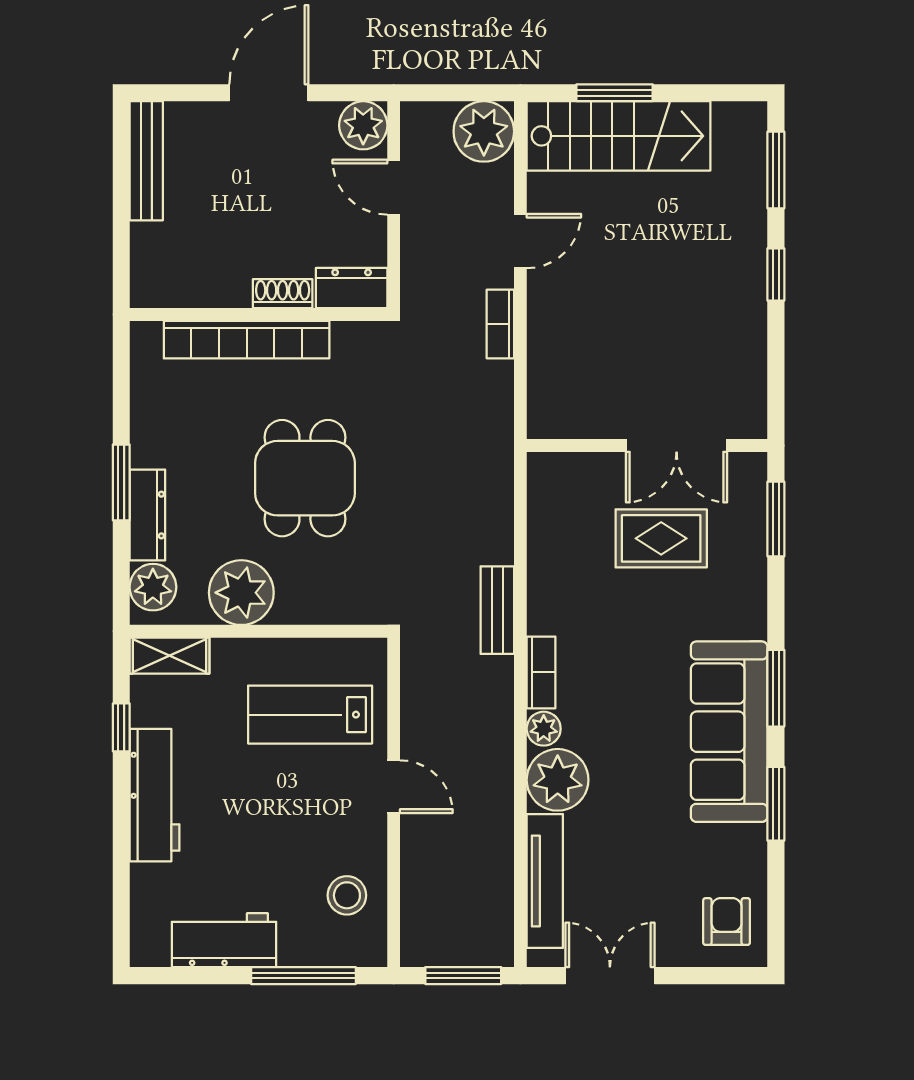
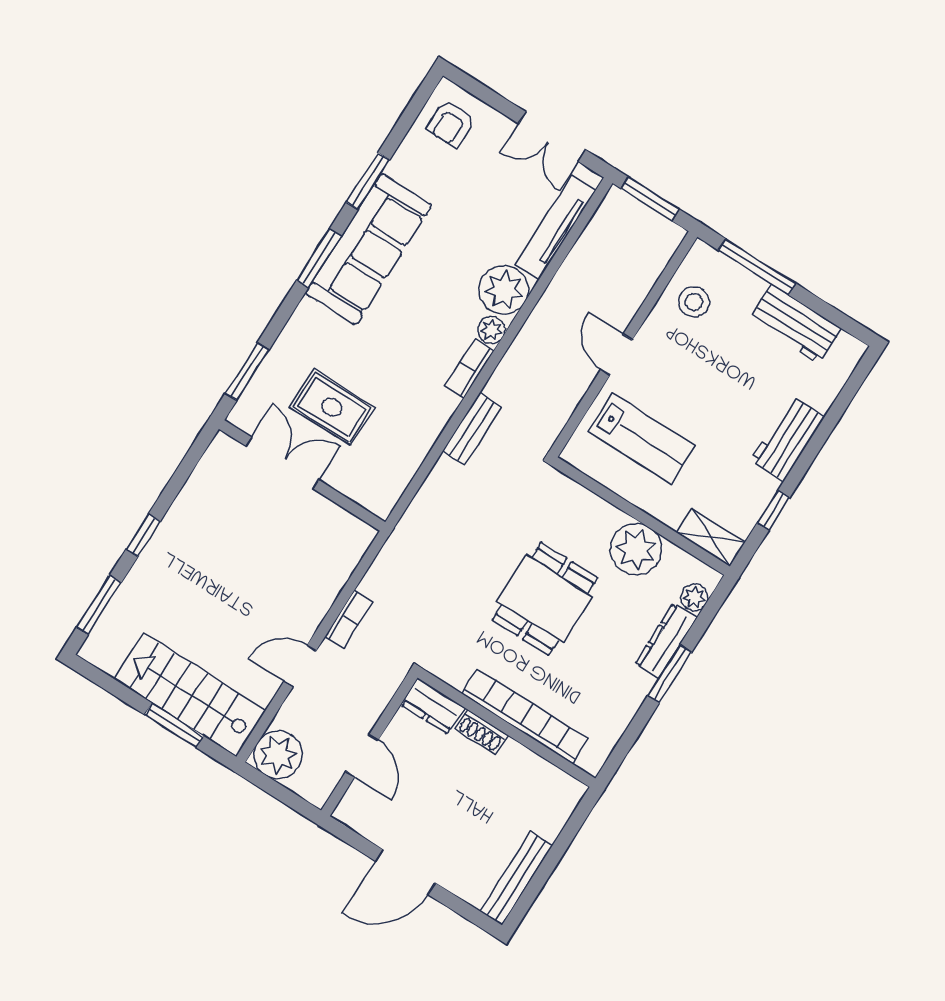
plant: (363, 125) -> (356, 810), removed
plant: (153, 587) -> (694, 597), width x0.73, depth x0.73
workbench: (155, 795) -> (788, 439), width x0.73

